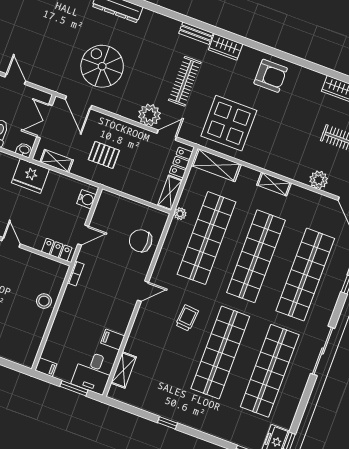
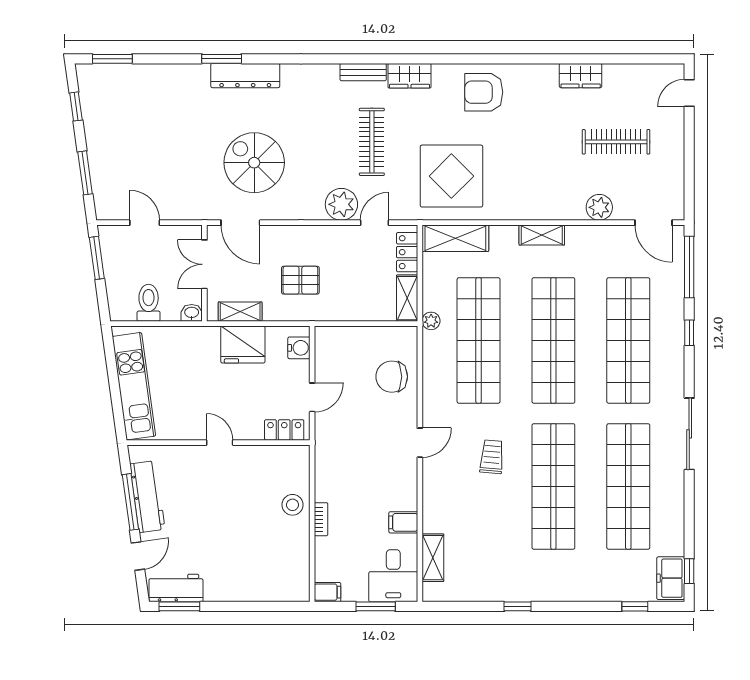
armchair: (271, 76) -> (484, 92), turned 180
fridge: (30, 176) -> (243, 345), moved
bookcase: (76, 274) -> (321, 519), moved

